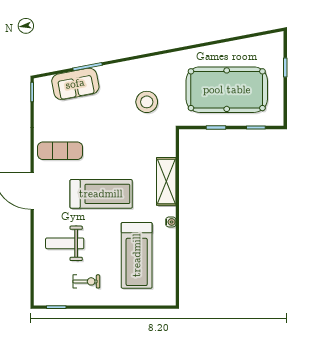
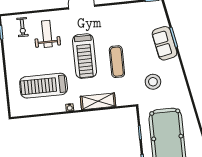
sofa: (75, 84) -> (165, 43), moved
exercise mat: (60, 151) -> (117, 62), moved
exercise bike: (86, 281) -> (22, 27), moved

